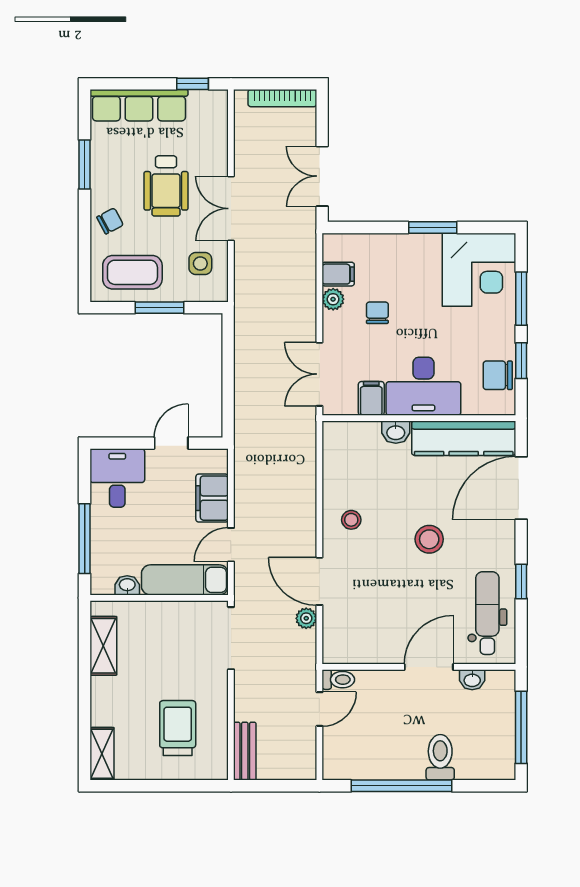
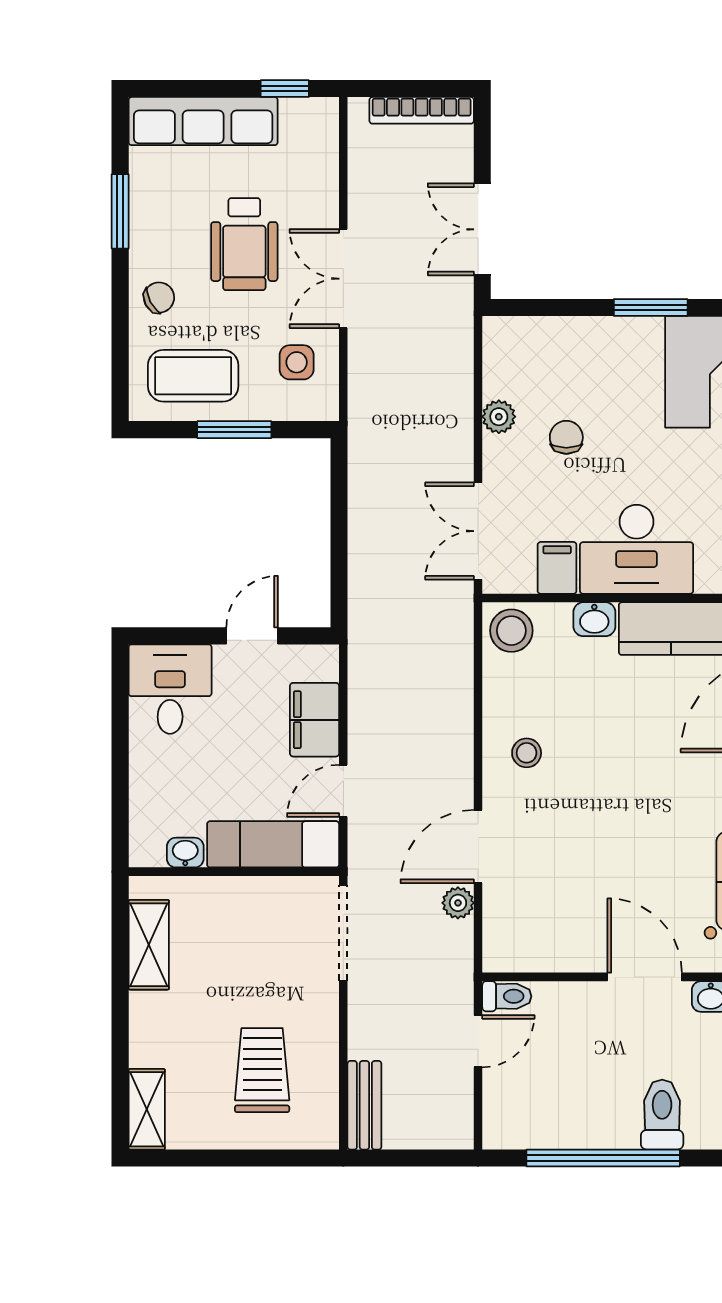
filing cabinet: (338, 274) -> (507, 378), removed
window: (85, 539) -> (120, 782), removed
stool: (429, 539) -> (511, 631), moved
door: (319, 581) -> (478, 847), hinge flipped
door: (429, 667) -> (645, 977), hinge flipped

